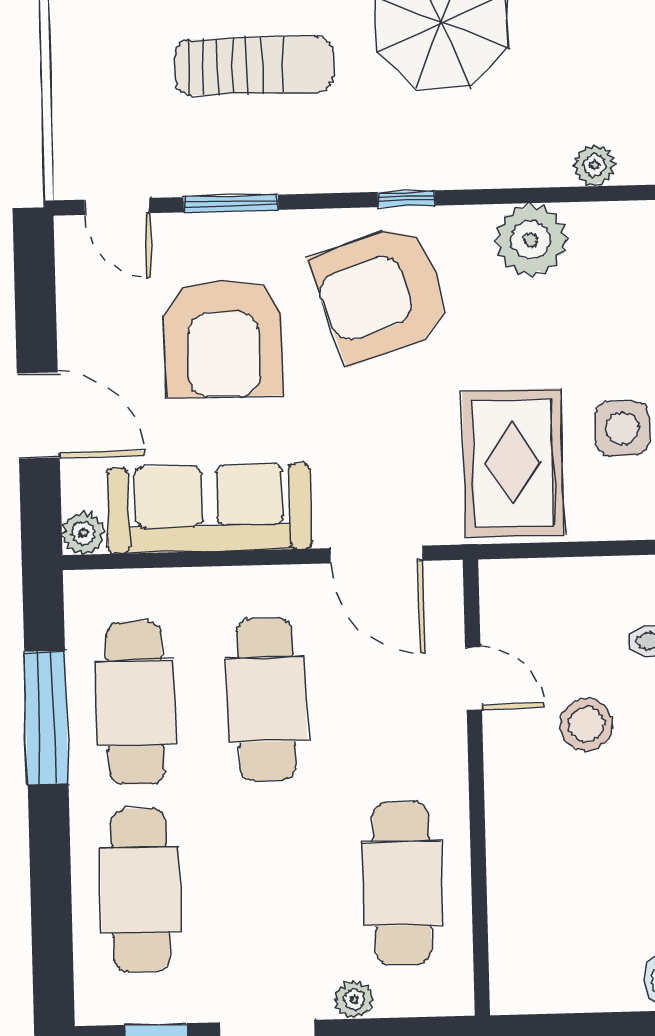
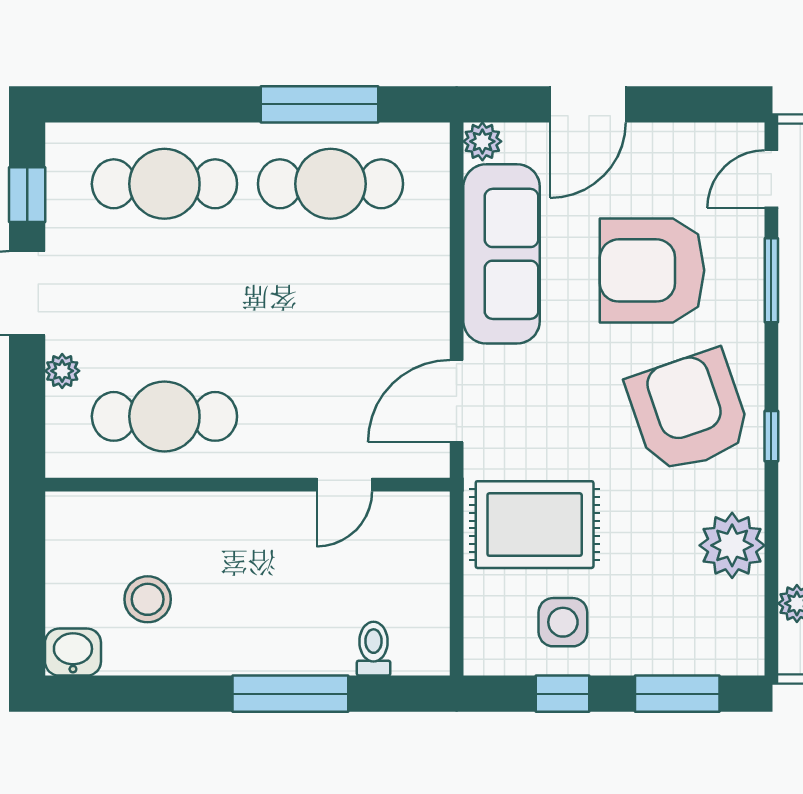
cafe table: (266, 699) -> (331, 300), removed
stool: (586, 725) -> (148, 599), moved

